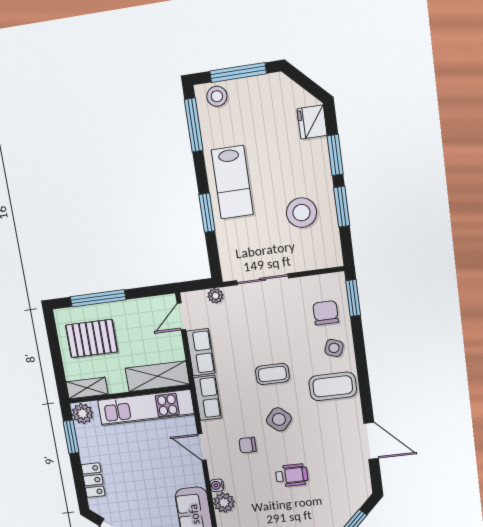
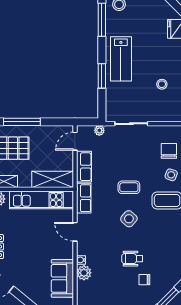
stool: (301, 213) -> (162, 84), width x0.53, depth x0.53
chair: (248, 445) -> (144, 280), moved
wheelchair: (292, 475) -> (132, 259), turned 180

